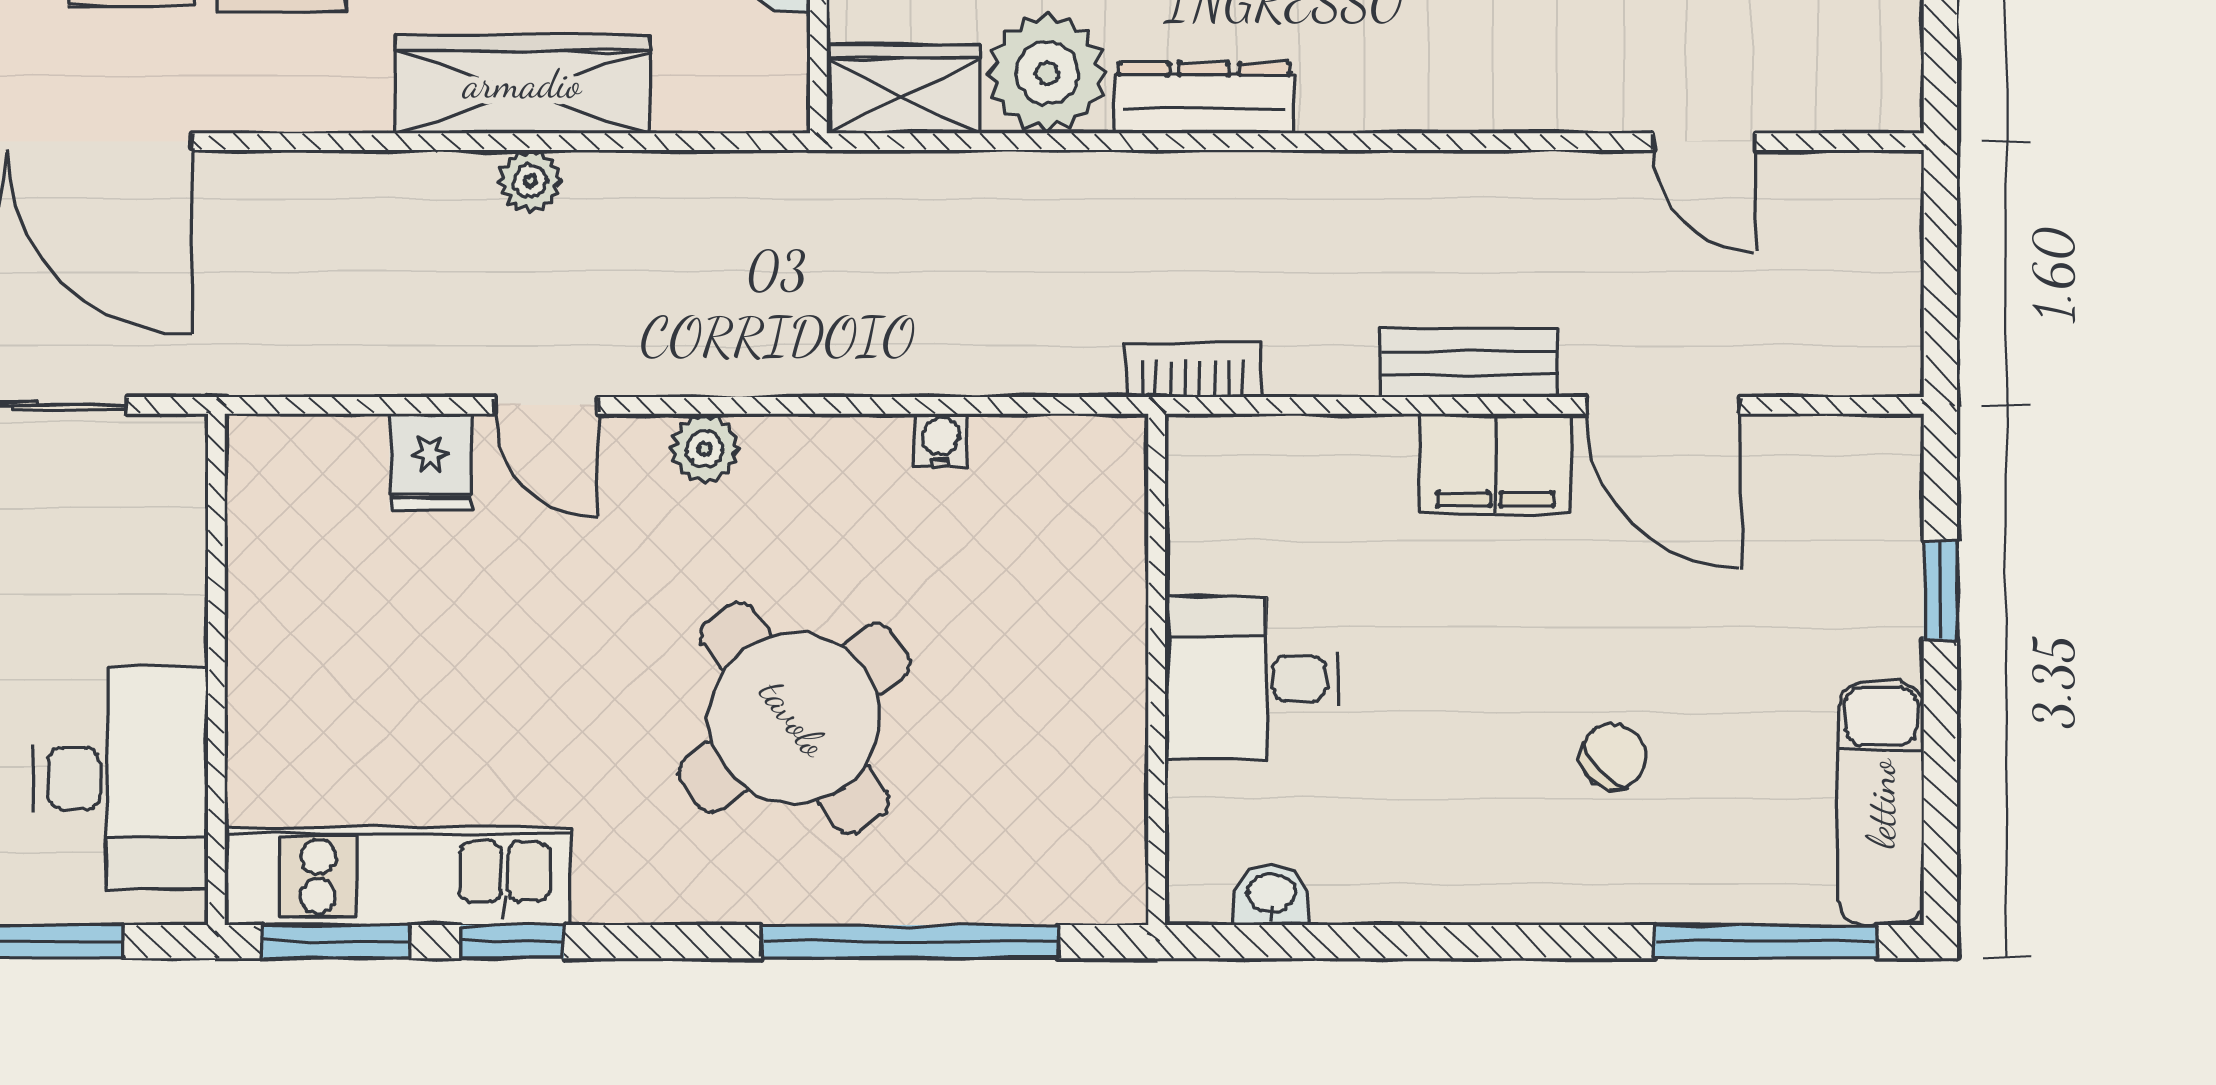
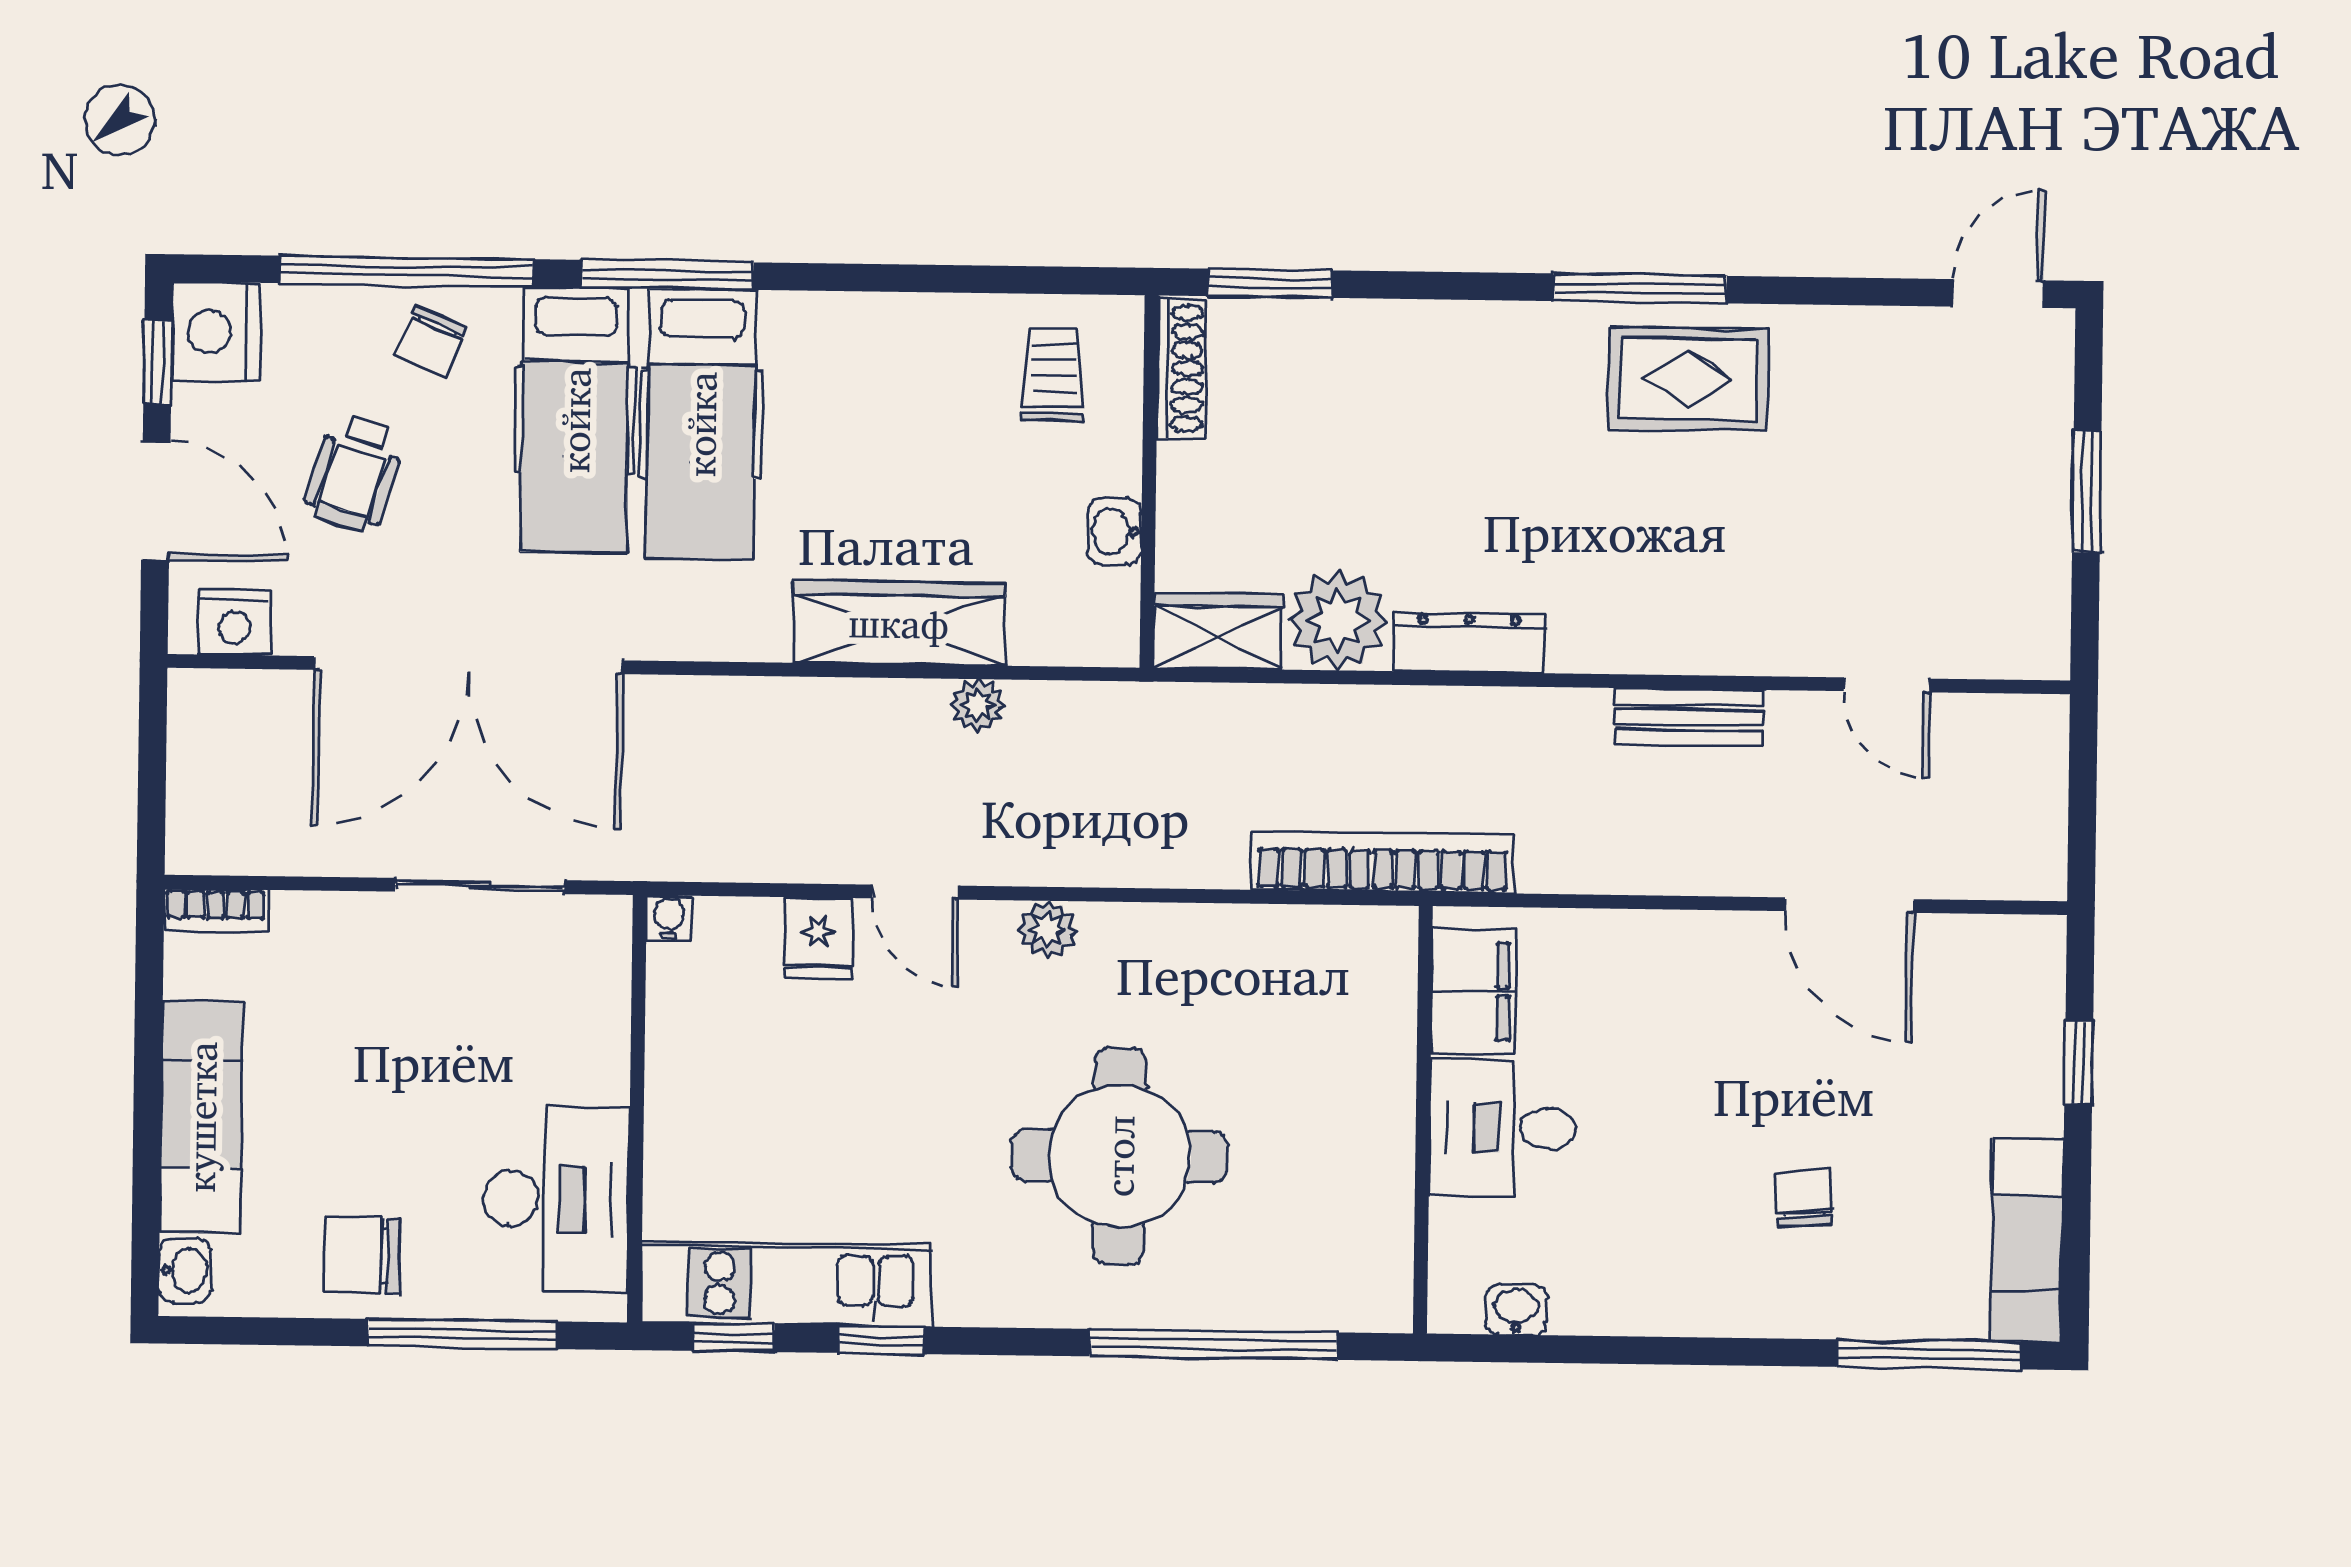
plant: (530, 181) -> (978, 705), moved
bench: (1469, 363) -> (1690, 717), moved
bookcase: (1193, 370) -> (1383, 862), width x2.31, depth x1.31
water cooler: (941, 440) -> (669, 918), moved
filing cabinet: (1495, 464) -> (1474, 992), moved, turned -90
round table: (794, 718) -> (1119, 1156), turned 36
chair: (1613, 757) -> (1804, 1198), turned -51
window: (336, 942) -> (734, 1338), width x0.67

